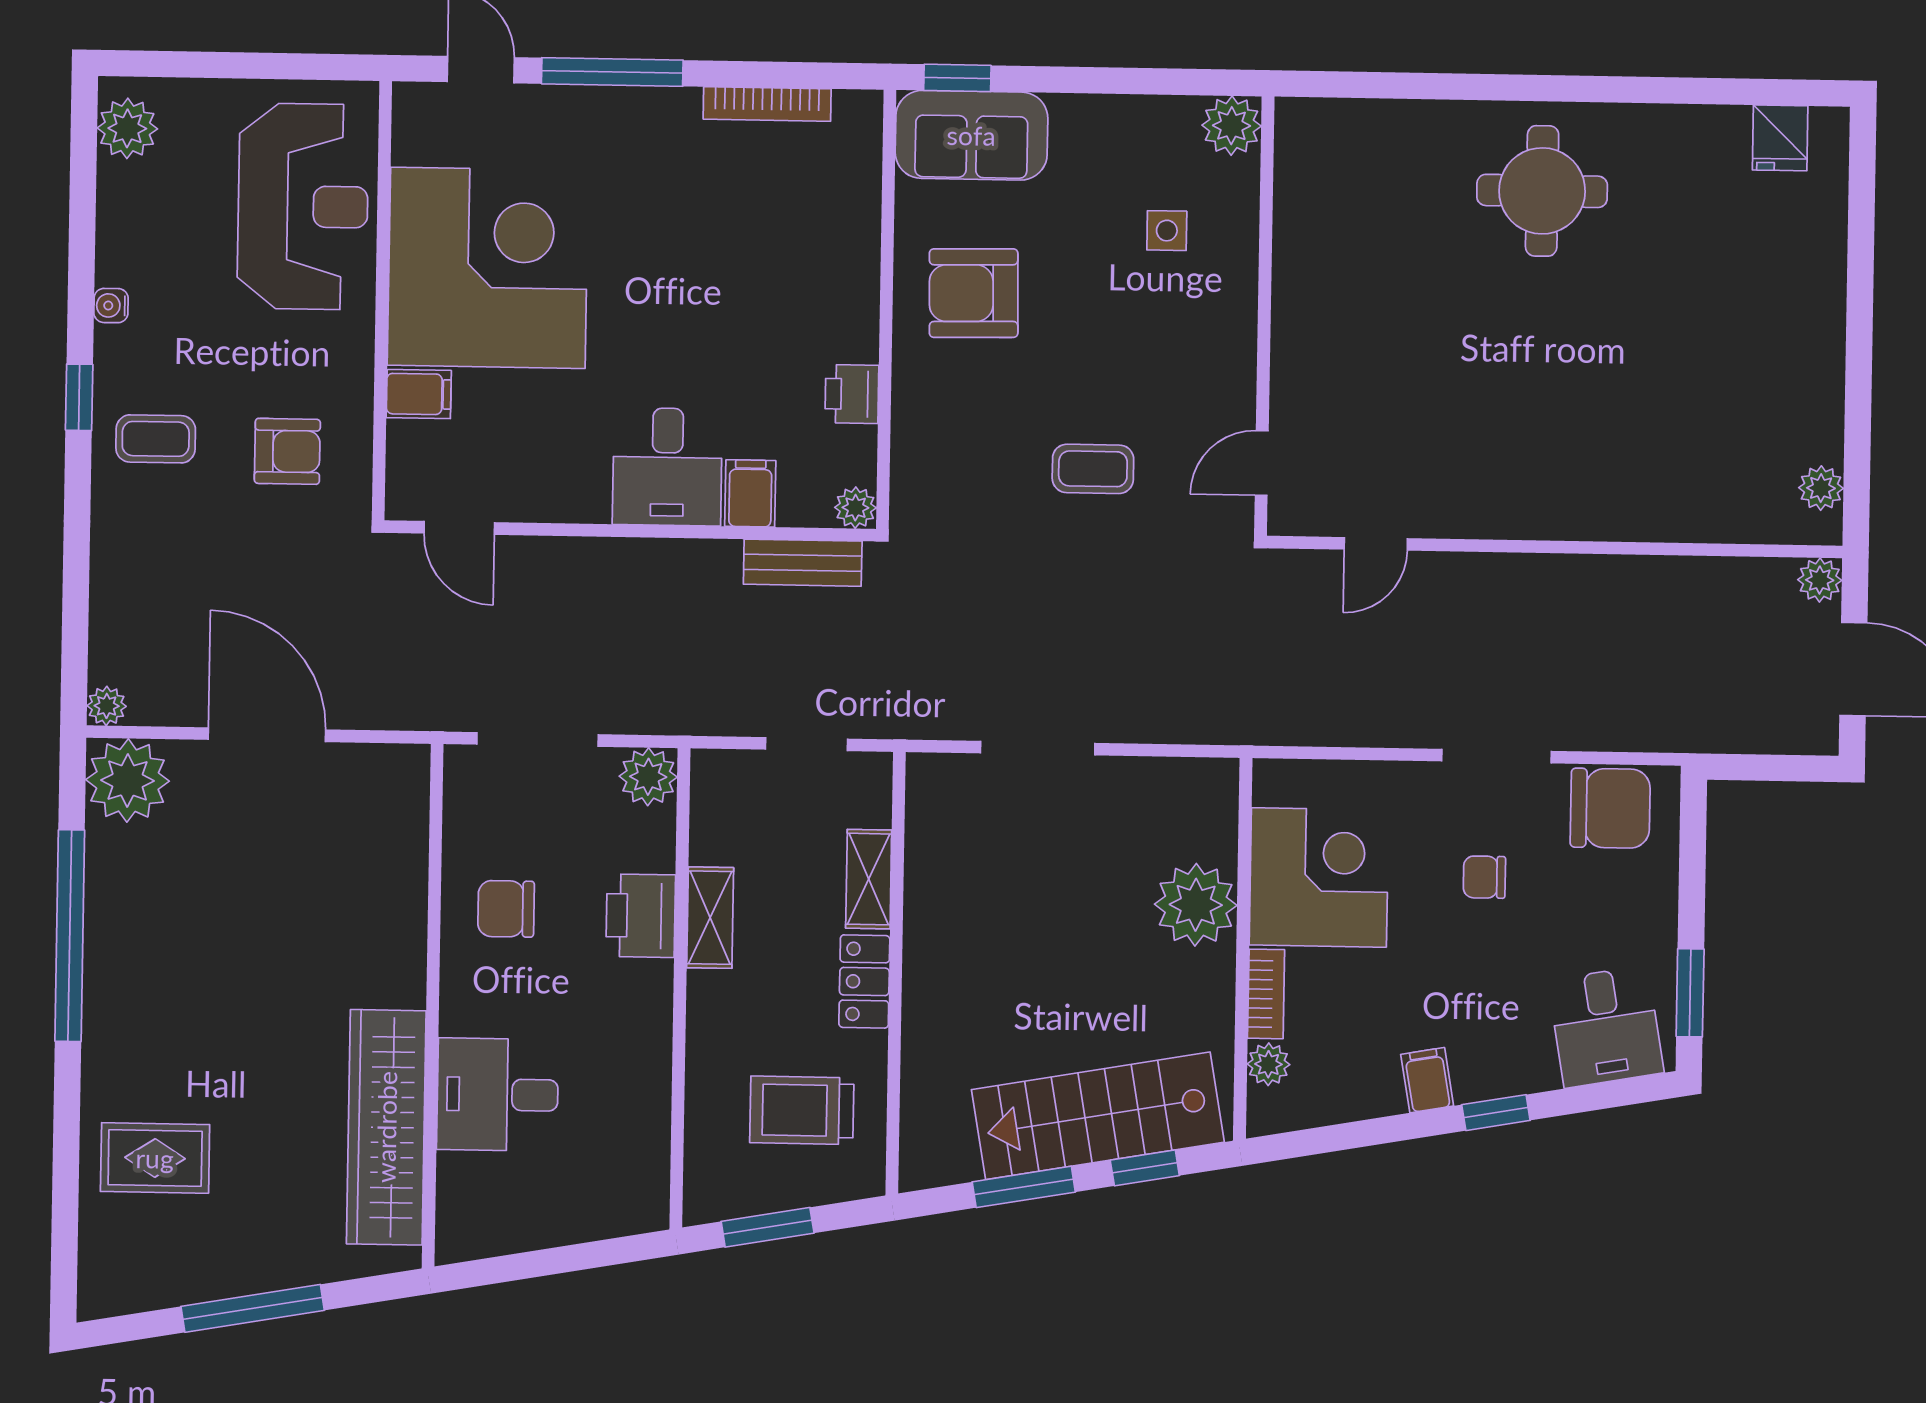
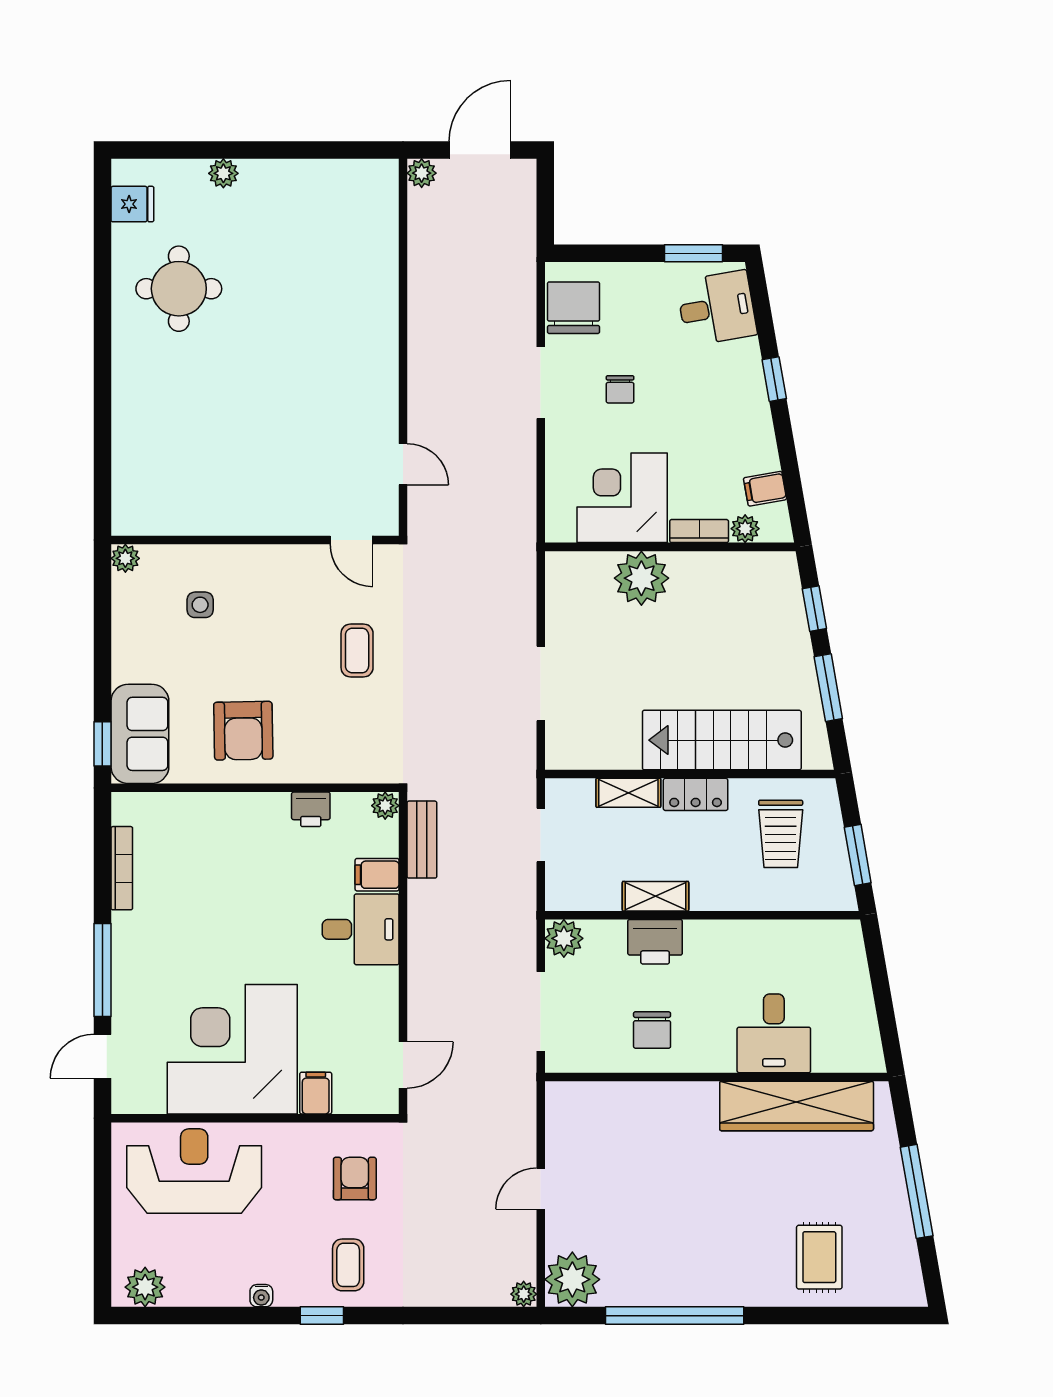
plant: (1232, 126) -> (125, 558), width x0.73, depth x0.73
round table: (1542, 191) -> (179, 289), moved
plant: (1821, 488) -> (223, 173), moved
door: (267, 735) -> (541, 1189), width x0.53
filing cabinet: (1427, 1080) -> (765, 489), moved
stairs: (1098, 1116) -> (722, 740), moved, turned 100

